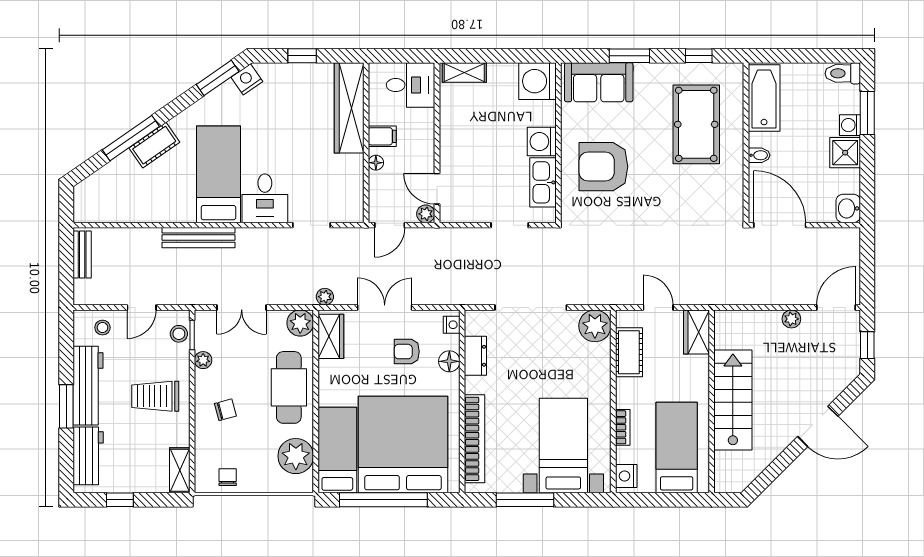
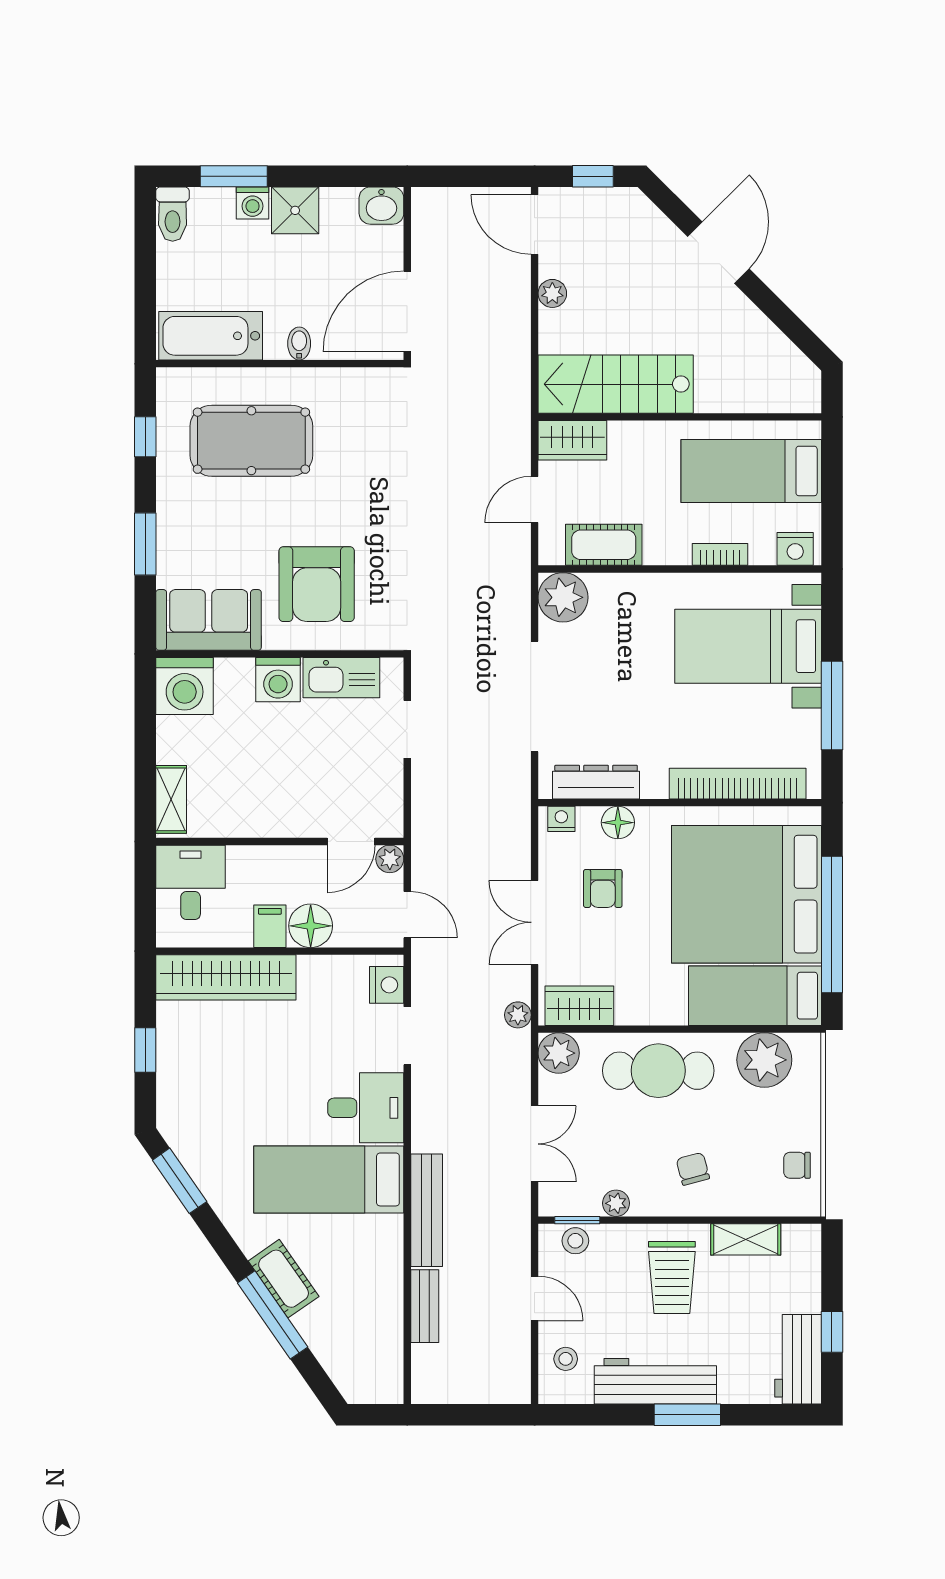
nightstand: (247, 79) -> (387, 985), moved, turned -145
sofa: (599, 82) -> (209, 620), moved, turned -90
floor lamp: (376, 163) -> (311, 926), width x1.89, depth x1.89
bench: (82, 254) -> (425, 1306), moved, turned 90
dresser: (475, 356) -> (596, 782), width x1.44
stairs: (733, 400) -> (616, 384), moved
workbench: (88, 456) -> (798, 1359), moved, turned -90
shelving: (180, 470) -> (746, 1239), moved

